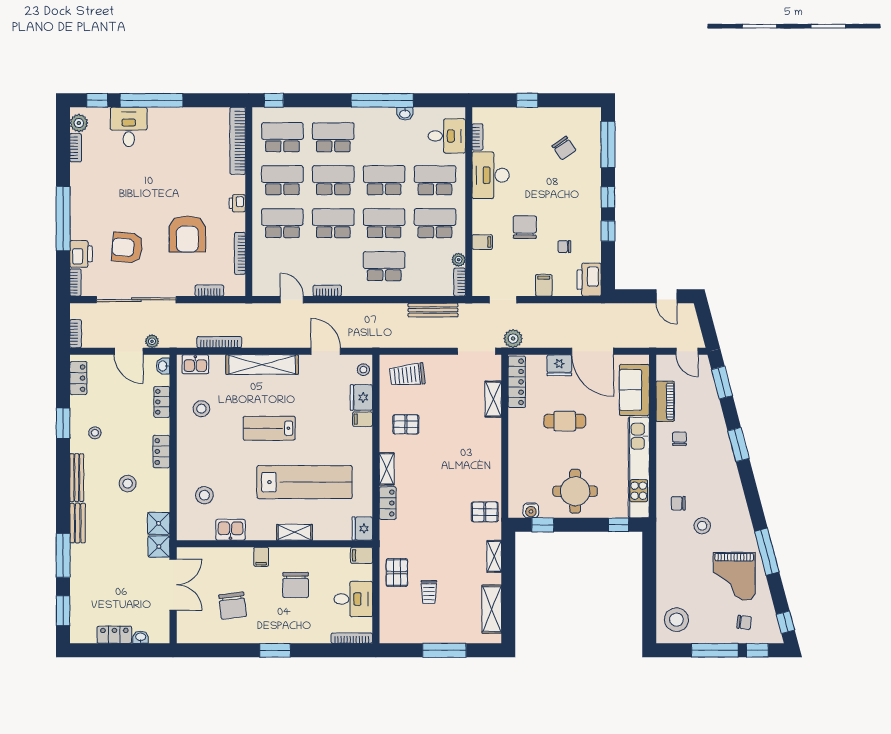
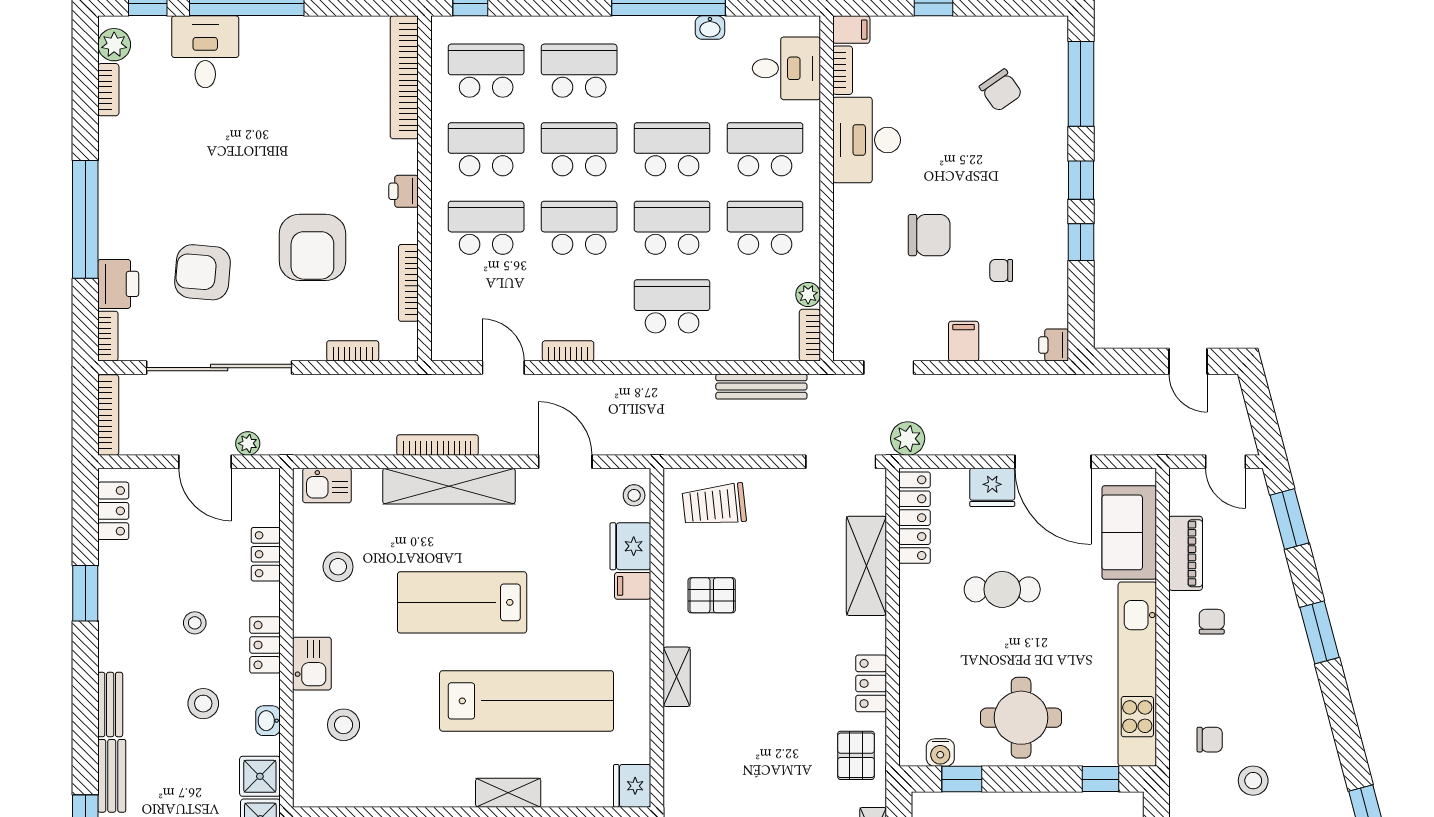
chair: (525, 227) -> (929, 235), turned 90
filing cabinet: (482, 242) -> (851, 30), moved
printer: (589, 280) -> (1054, 345), width x0.53, depth x0.68
bookcase: (76, 334) -> (108, 415), width x1.56
bookcase: (219, 342) -> (437, 445), moved
washbasin: (163, 366) -> (268, 721), moved
shelving: (493, 399) -> (866, 566), width x1.50, depth x1.33
lab bench: (269, 428) -> (462, 602), width x1.36, depth x1.39
stool: (95, 433) -> (195, 623), moved
bench: (77, 478) -> (110, 704), width x0.73
locker: (388, 503) -> (871, 683), moved, turned 180
chair: (678, 503) -> (1210, 740), turned 180
pallet: (485, 512) -> (856, 755), turned 90
kitchen sink: (231, 530) -> (312, 664), moved, turned 90

